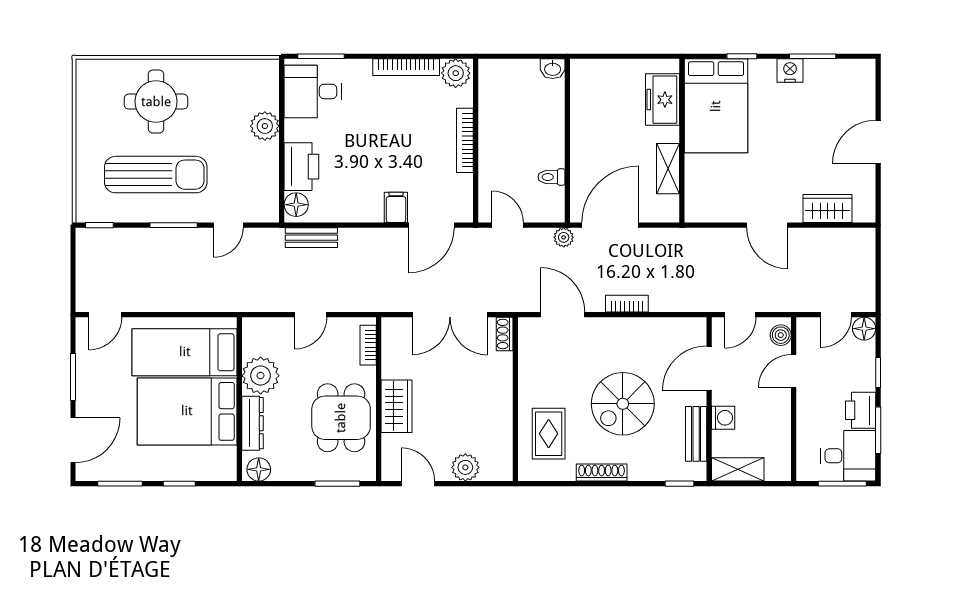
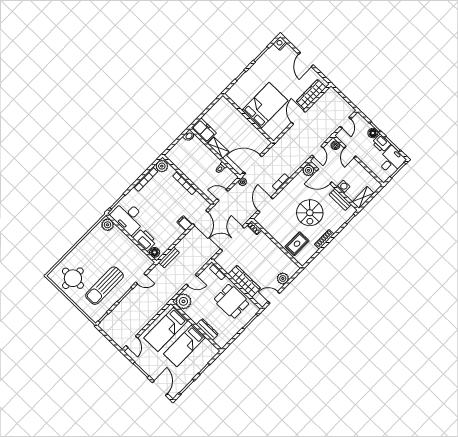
nightstand: (790, 71) -> (280, 43), moved
desk: (313, 91) -> (128, 217), width x1.37
freezer: (663, 100) -> (204, 130), moved, turned 180
round table: (156, 102) -> (73, 278), moved
bed: (716, 106) -> (265, 105), moved, turned -90
plant: (265, 126) -> (108, 225), moved
shelving: (668, 169) -> (218, 148), moved
sun lounger: (156, 175) -> (105, 286), turned 180
wardrobe: (828, 209) -> (311, 94), width x1.50
door: (228, 225) -> (141, 279), hinge flipped
door: (610, 225) -> (253, 164), hinge flipped
door: (767, 225) -> (298, 117), swing flipped
door: (311, 315) -> (192, 280), hinge flipped
double door: (450, 315) -> (232, 238), swing flipped
door: (563, 315) -> (265, 205), hinge flipped
floor lamp: (864, 329) -> (373, 133), moved
plant: (693, 331) -> (308, 170), added
door: (709, 368) -> (324, 176), hinge flipped
plant: (261, 376) -> (183, 301), moved
wardrobe: (396, 406) -> (244, 281), width x1.50
bed: (187, 411) -> (185, 345), width x0.67
rug: (549, 434) -> (297, 244), turned 90
floor lamp: (259, 469) -> (223, 341), removed

